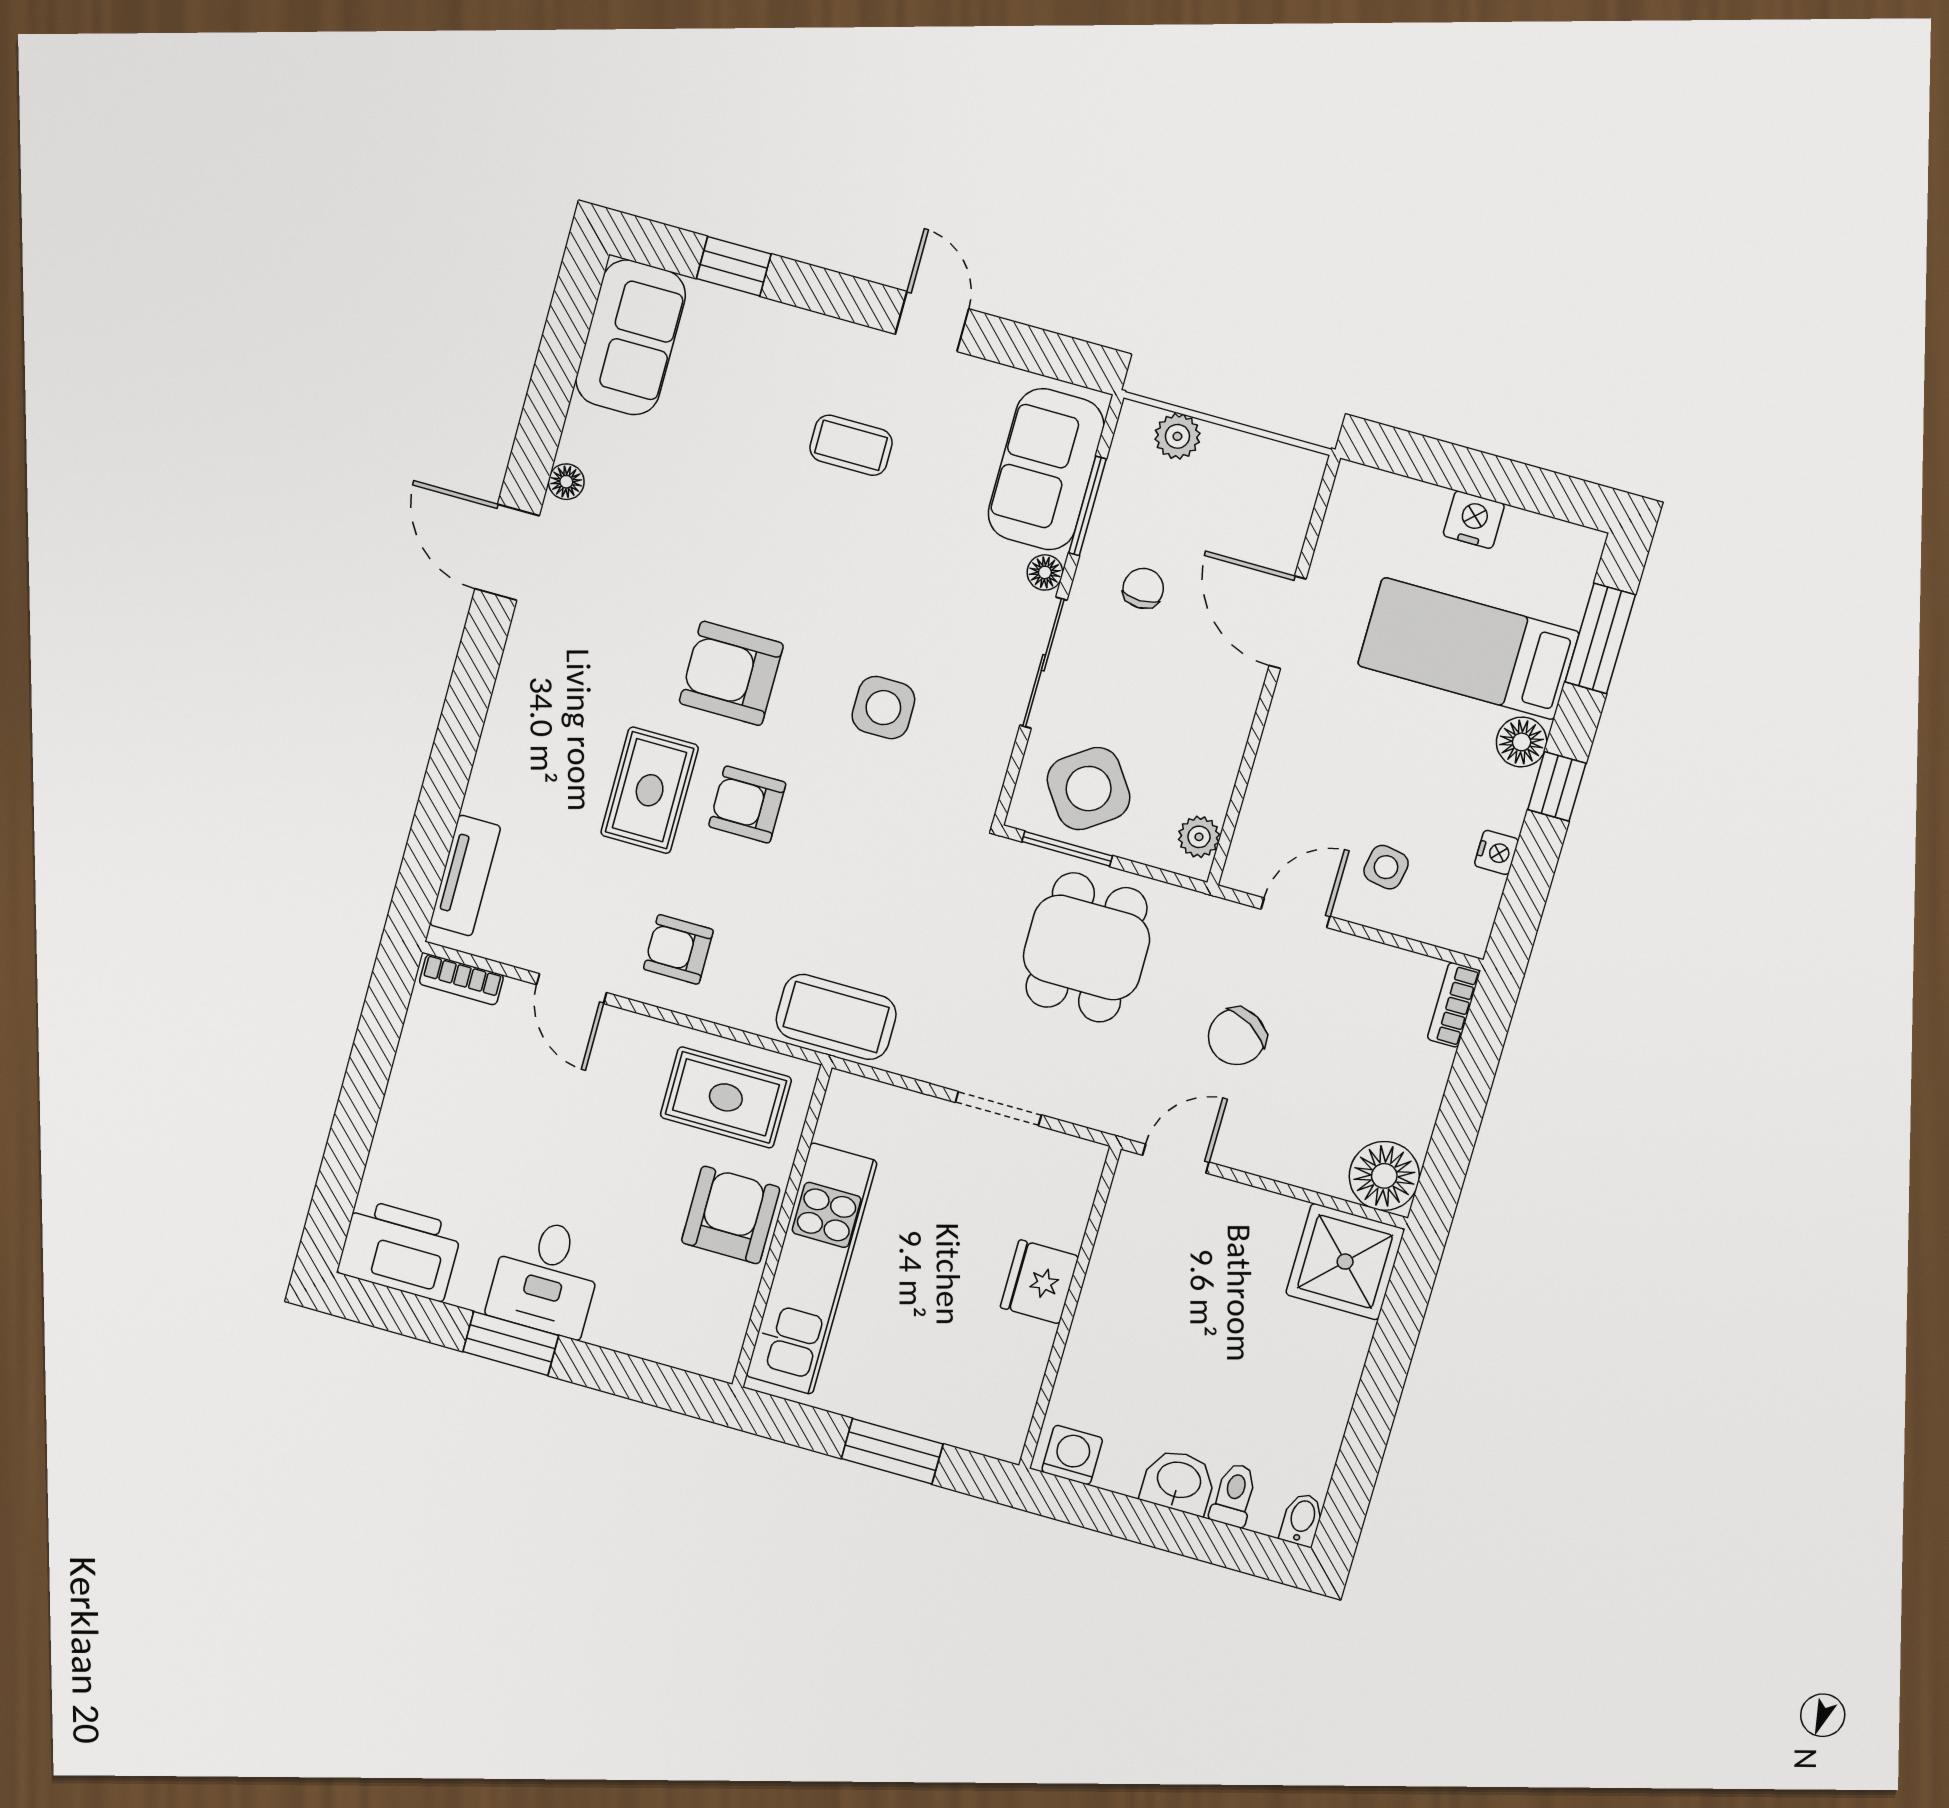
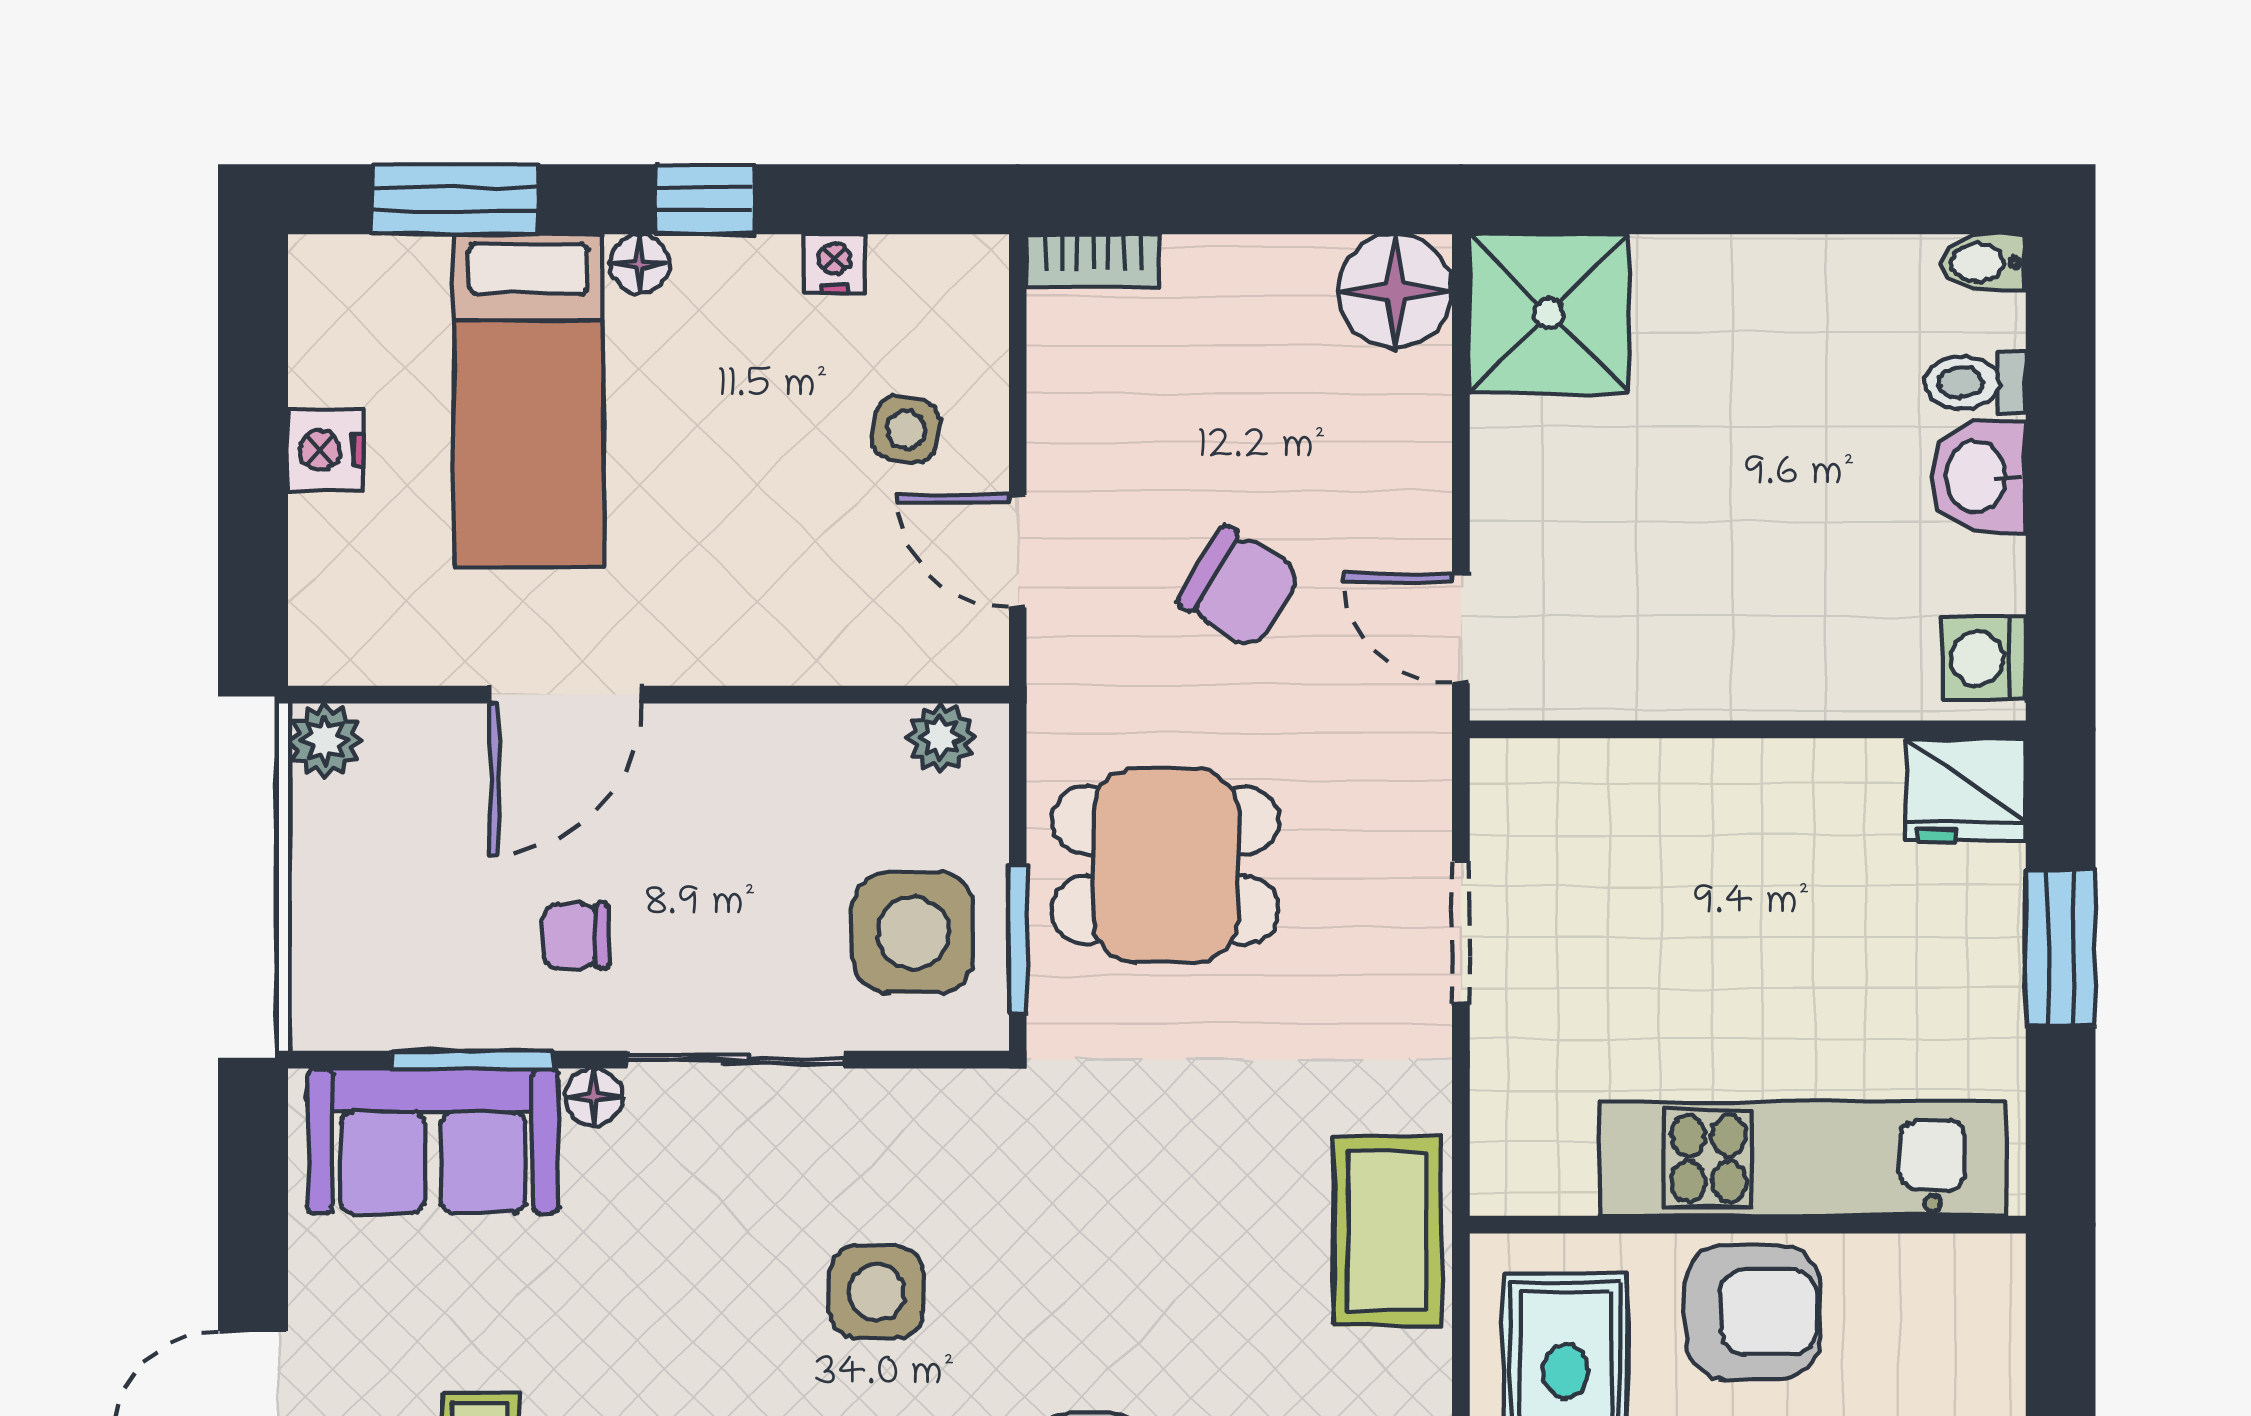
plant: (1177, 436) -> (325, 740), moved
floor lamp: (1522, 742) -> (640, 264), width x0.73, depth x0.73
side table: (1089, 789) -> (913, 933), turned 35
armchair: (731, 1215) -> (1752, 1312), turned 180
fridge: (1039, 1282) -> (1966, 789), moved

